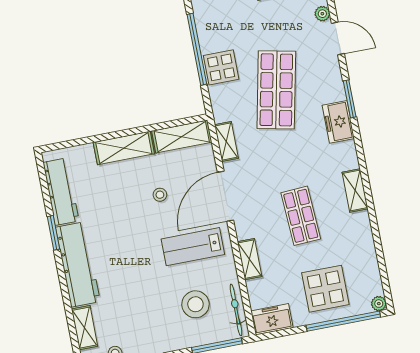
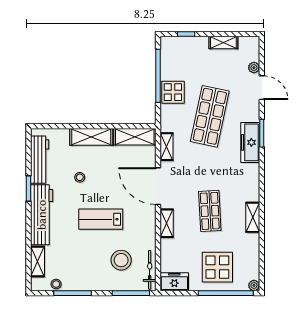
freezer: (338, 122) -> (250, 142), width x1.40
shelving: (355, 190) -> (253, 217), moved
stool: (160, 195) -> (80, 177), moved
door: (225, 196) -> (158, 186), hinge flipped
lab bench: (193, 247) -> (101, 219), moved
shelving: (250, 259) -> (167, 223), moved

